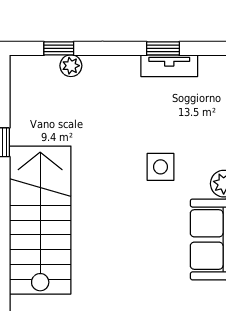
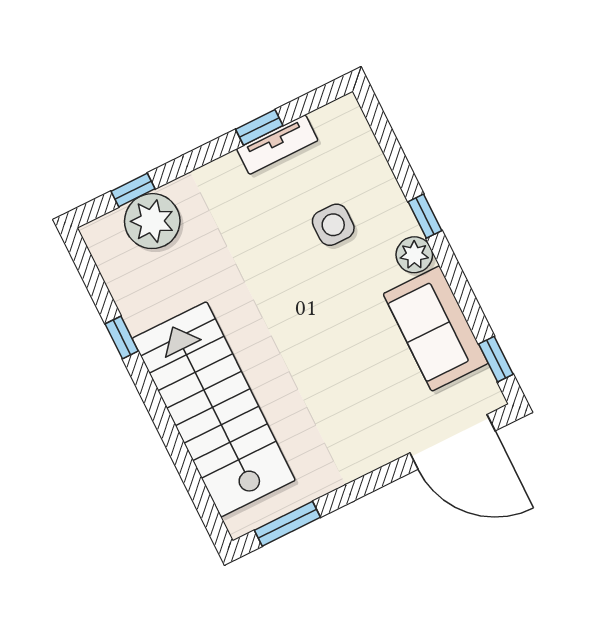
plant: (71, 66) -> (152, 221), width x1.87, depth x1.87
side table: (160, 167) -> (333, 225), moved

